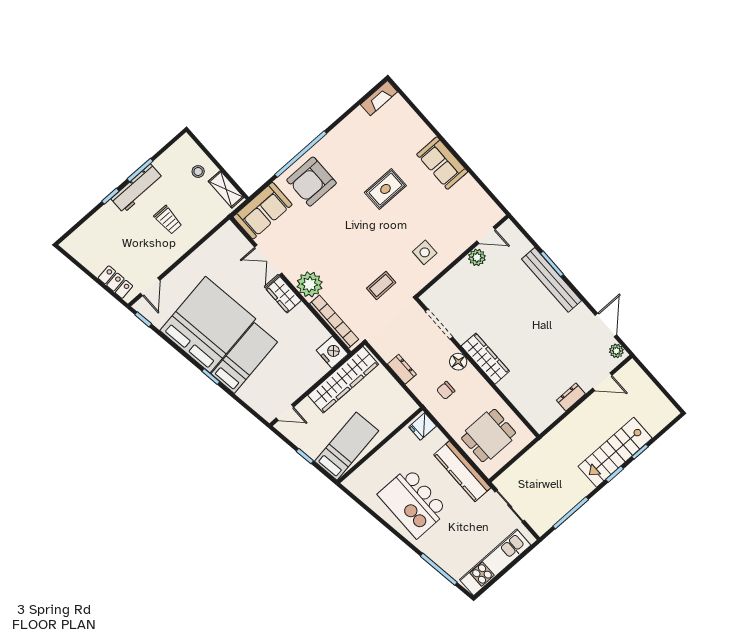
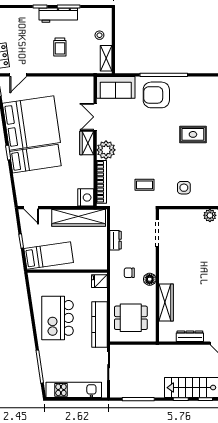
wardrobe: (485, 359) -> (166, 303), moved
floor lamp: (458, 362) -> (150, 279), moved
dresser: (571, 397) -> (190, 336), width x1.44

